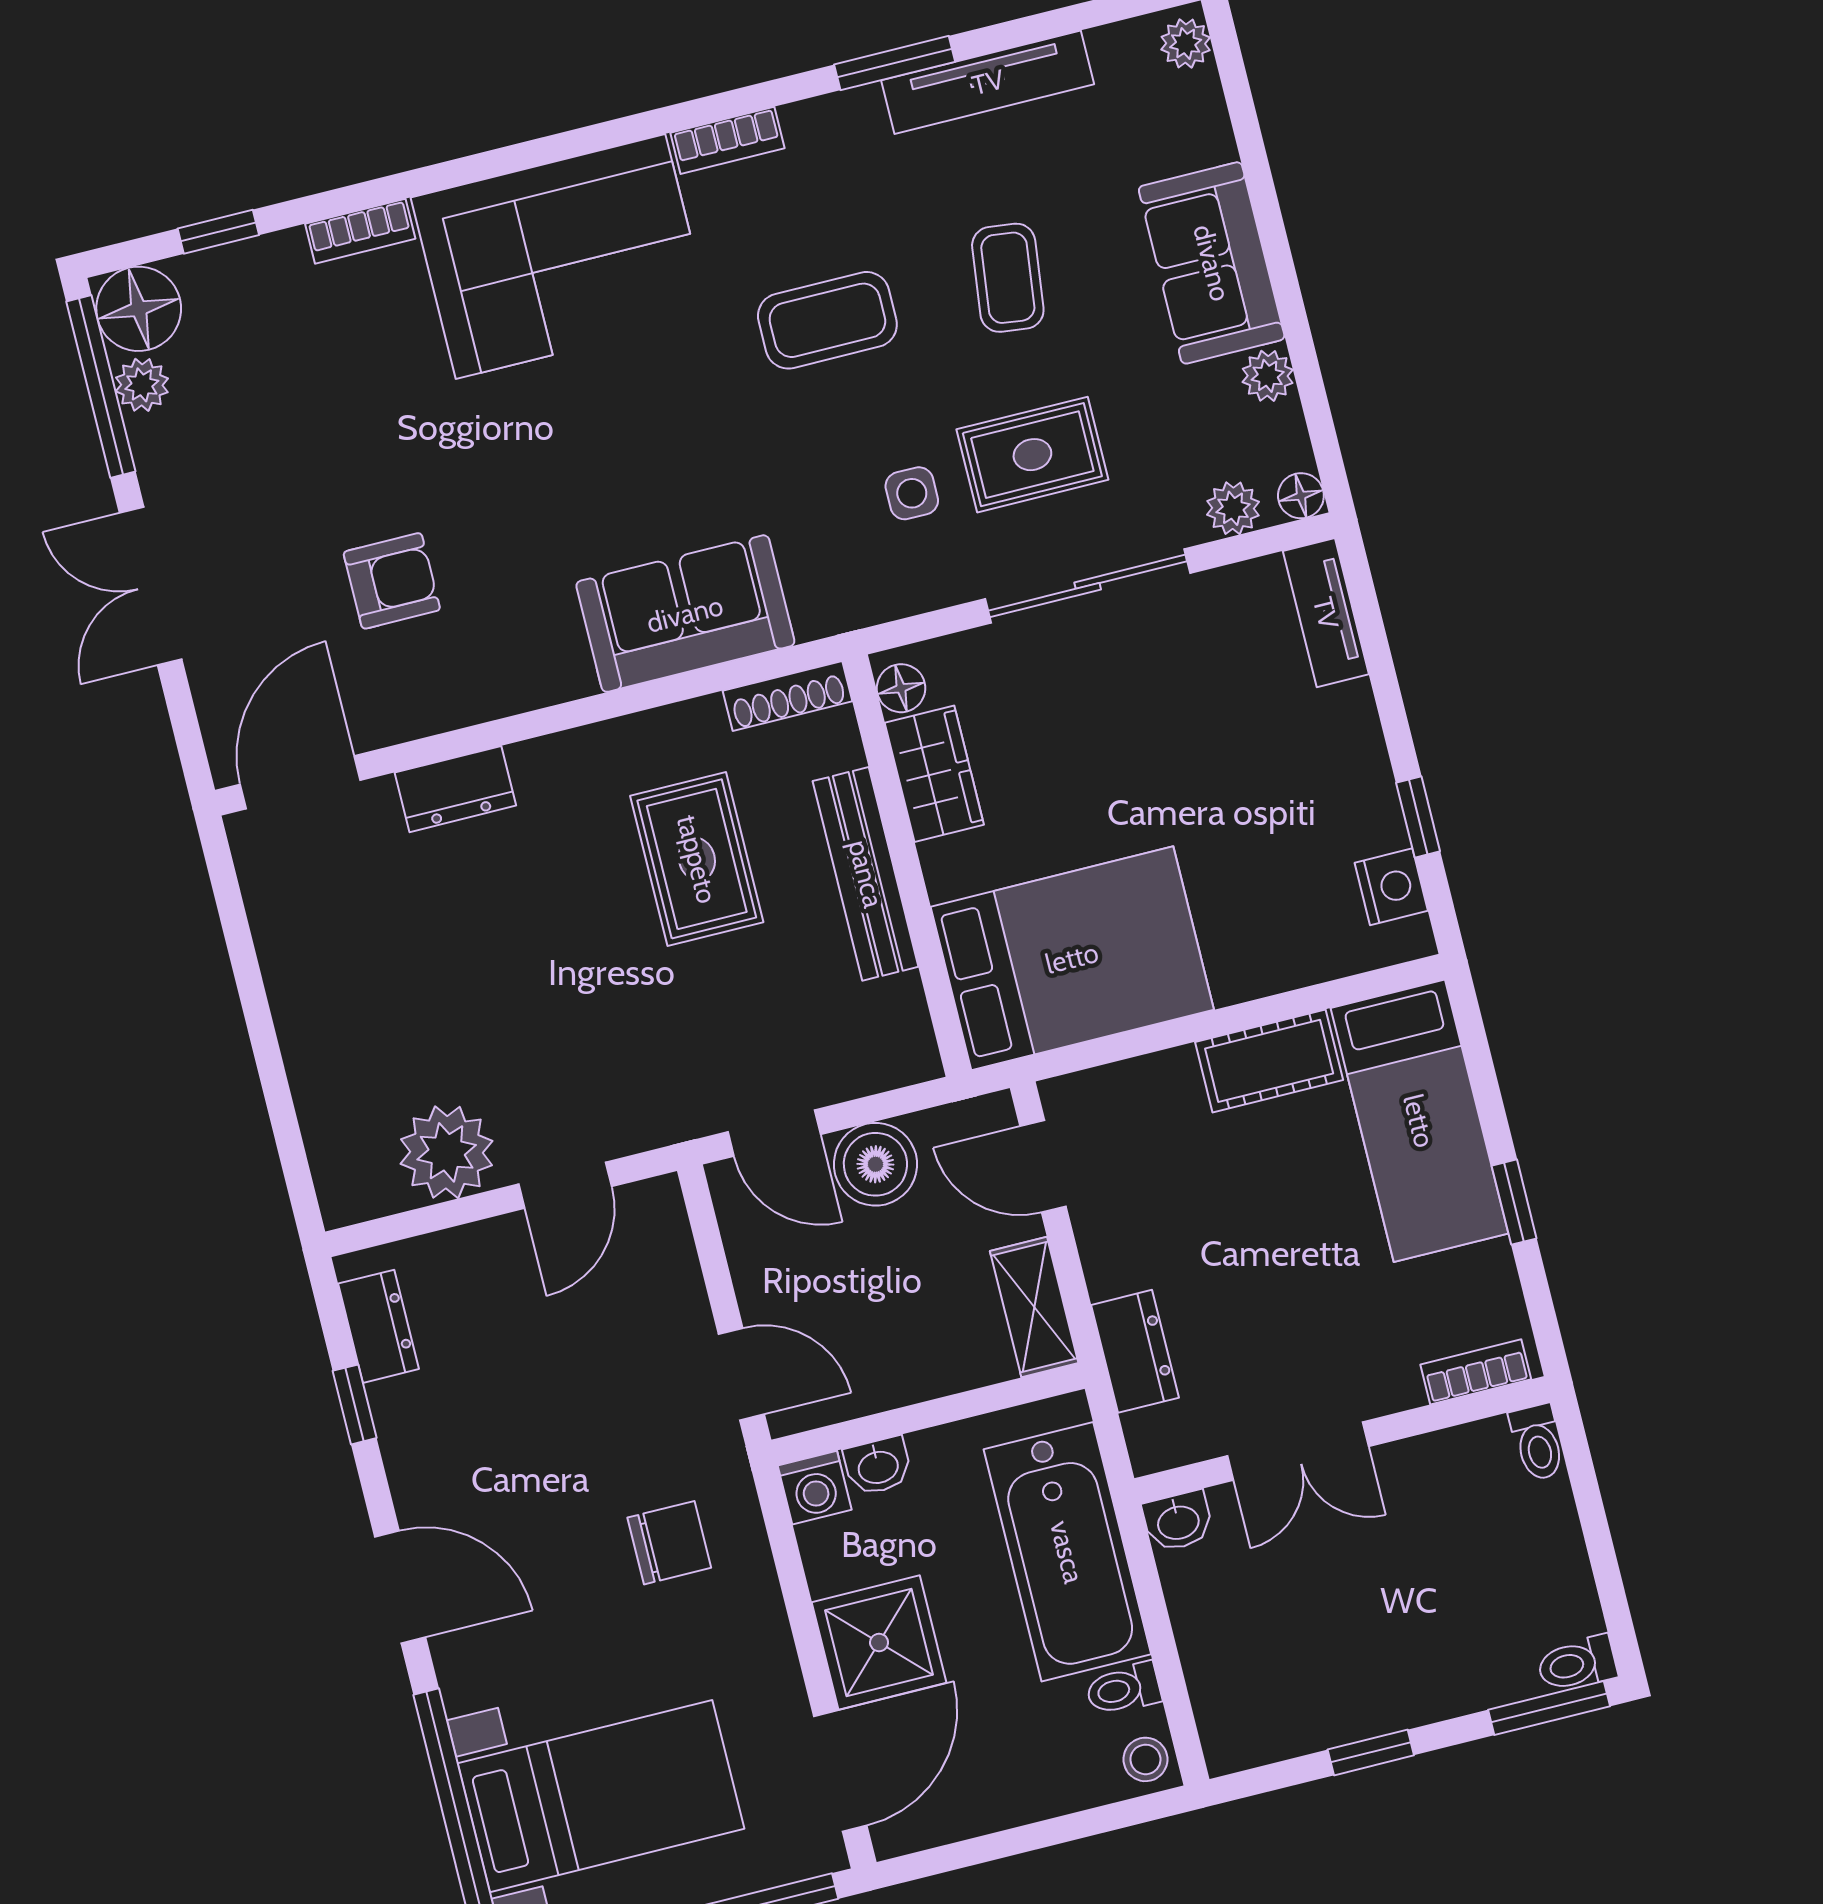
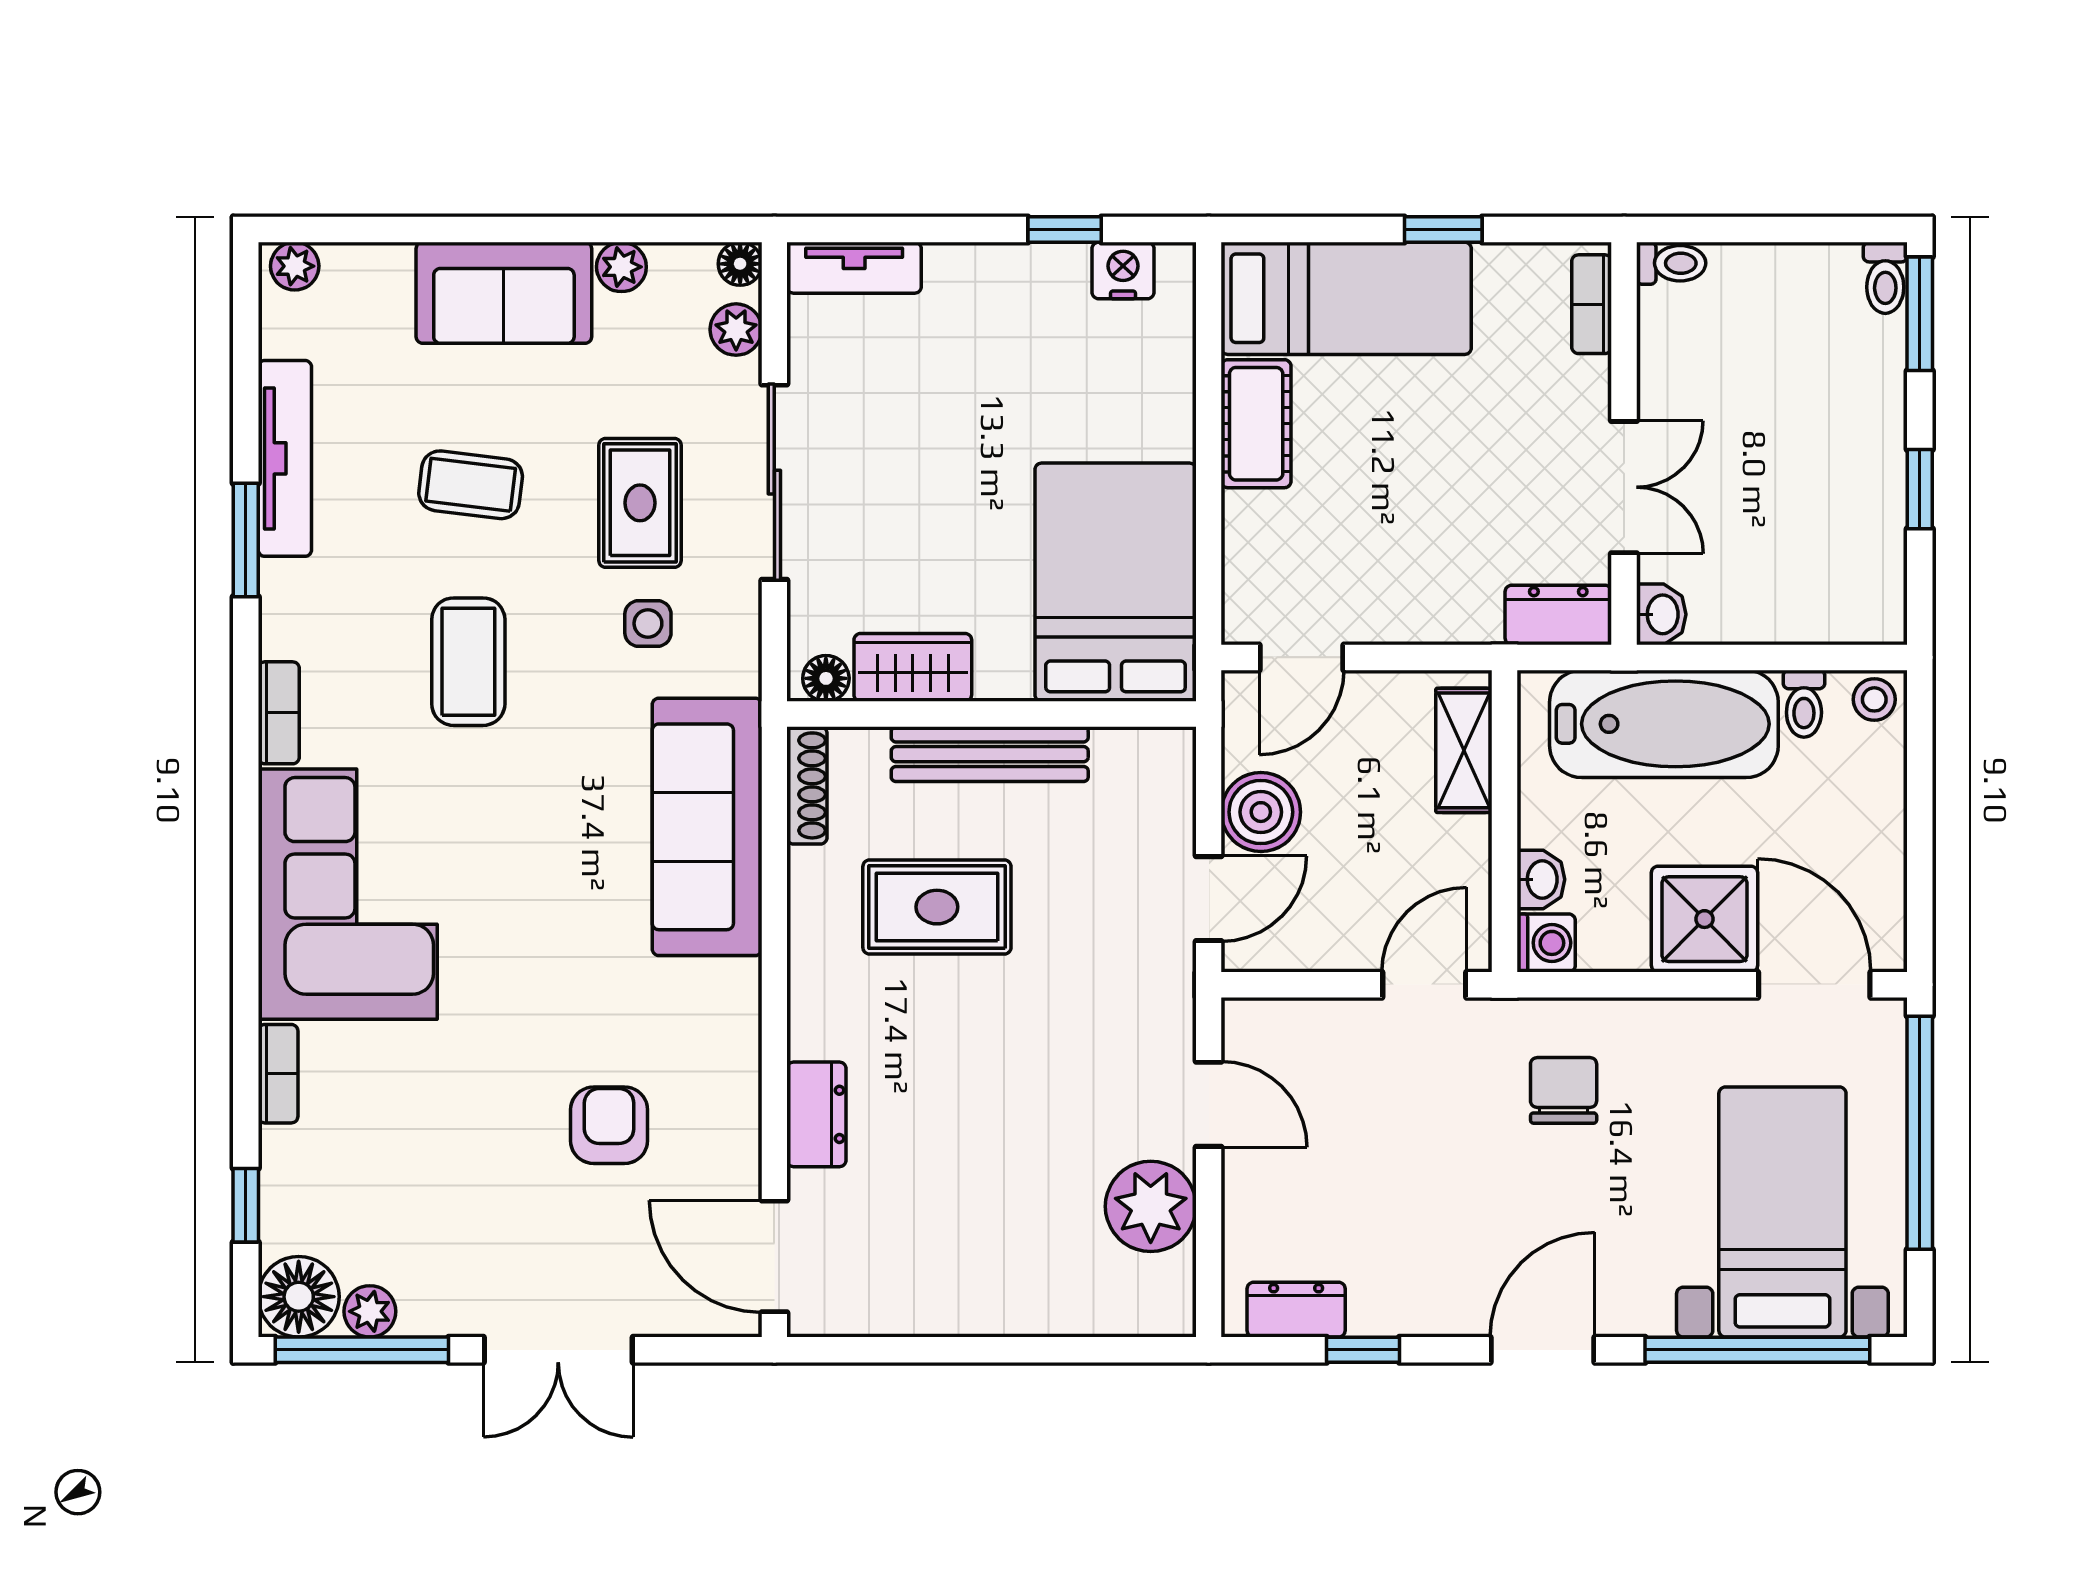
sofa: (685, 614) -> (707, 827), width x1.36
shelving: (1034, 1307) -> (1464, 750), moved, turned 90
dresser: (1135, 1351) -> (1558, 615), moved

